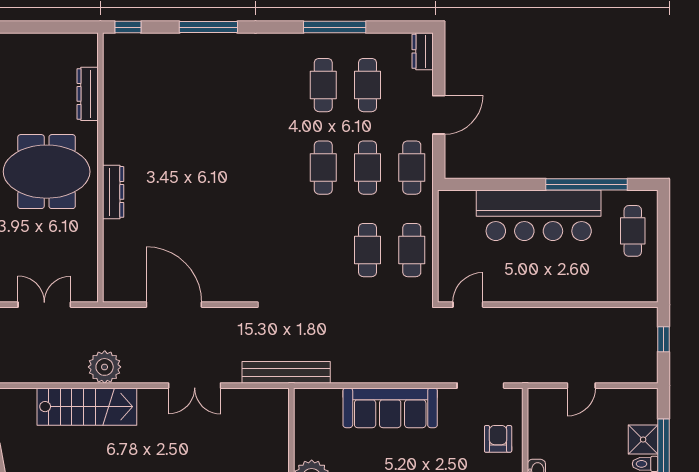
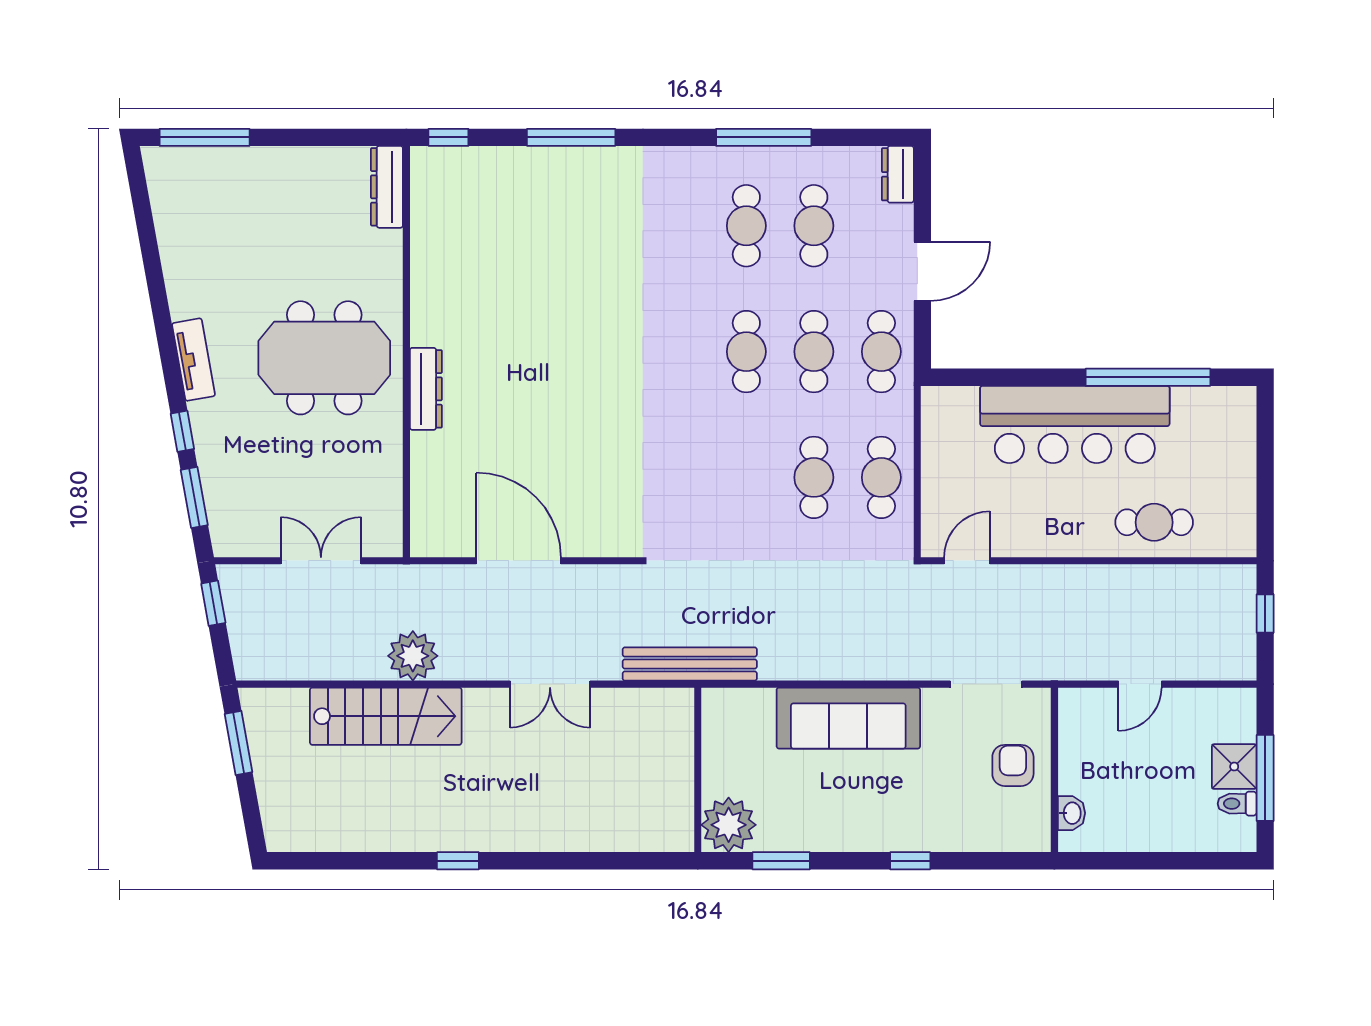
dresser: (88, 94) -> (387, 187), moved
cafe table: (633, 231) -> (1154, 522), moved, turned 90

